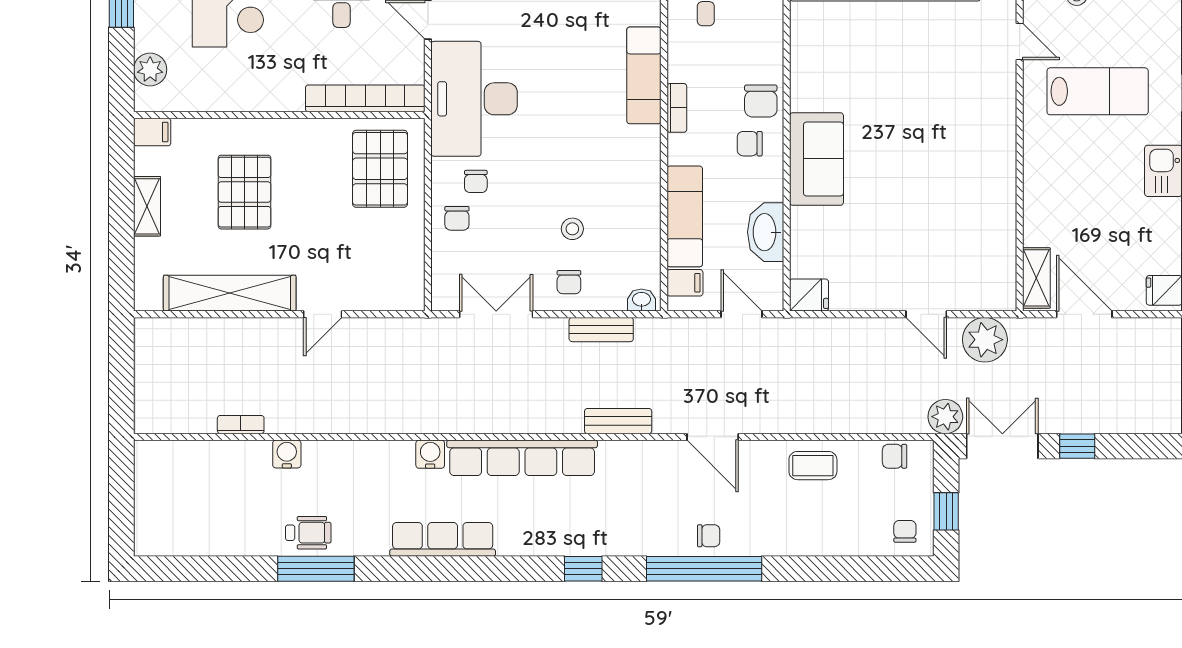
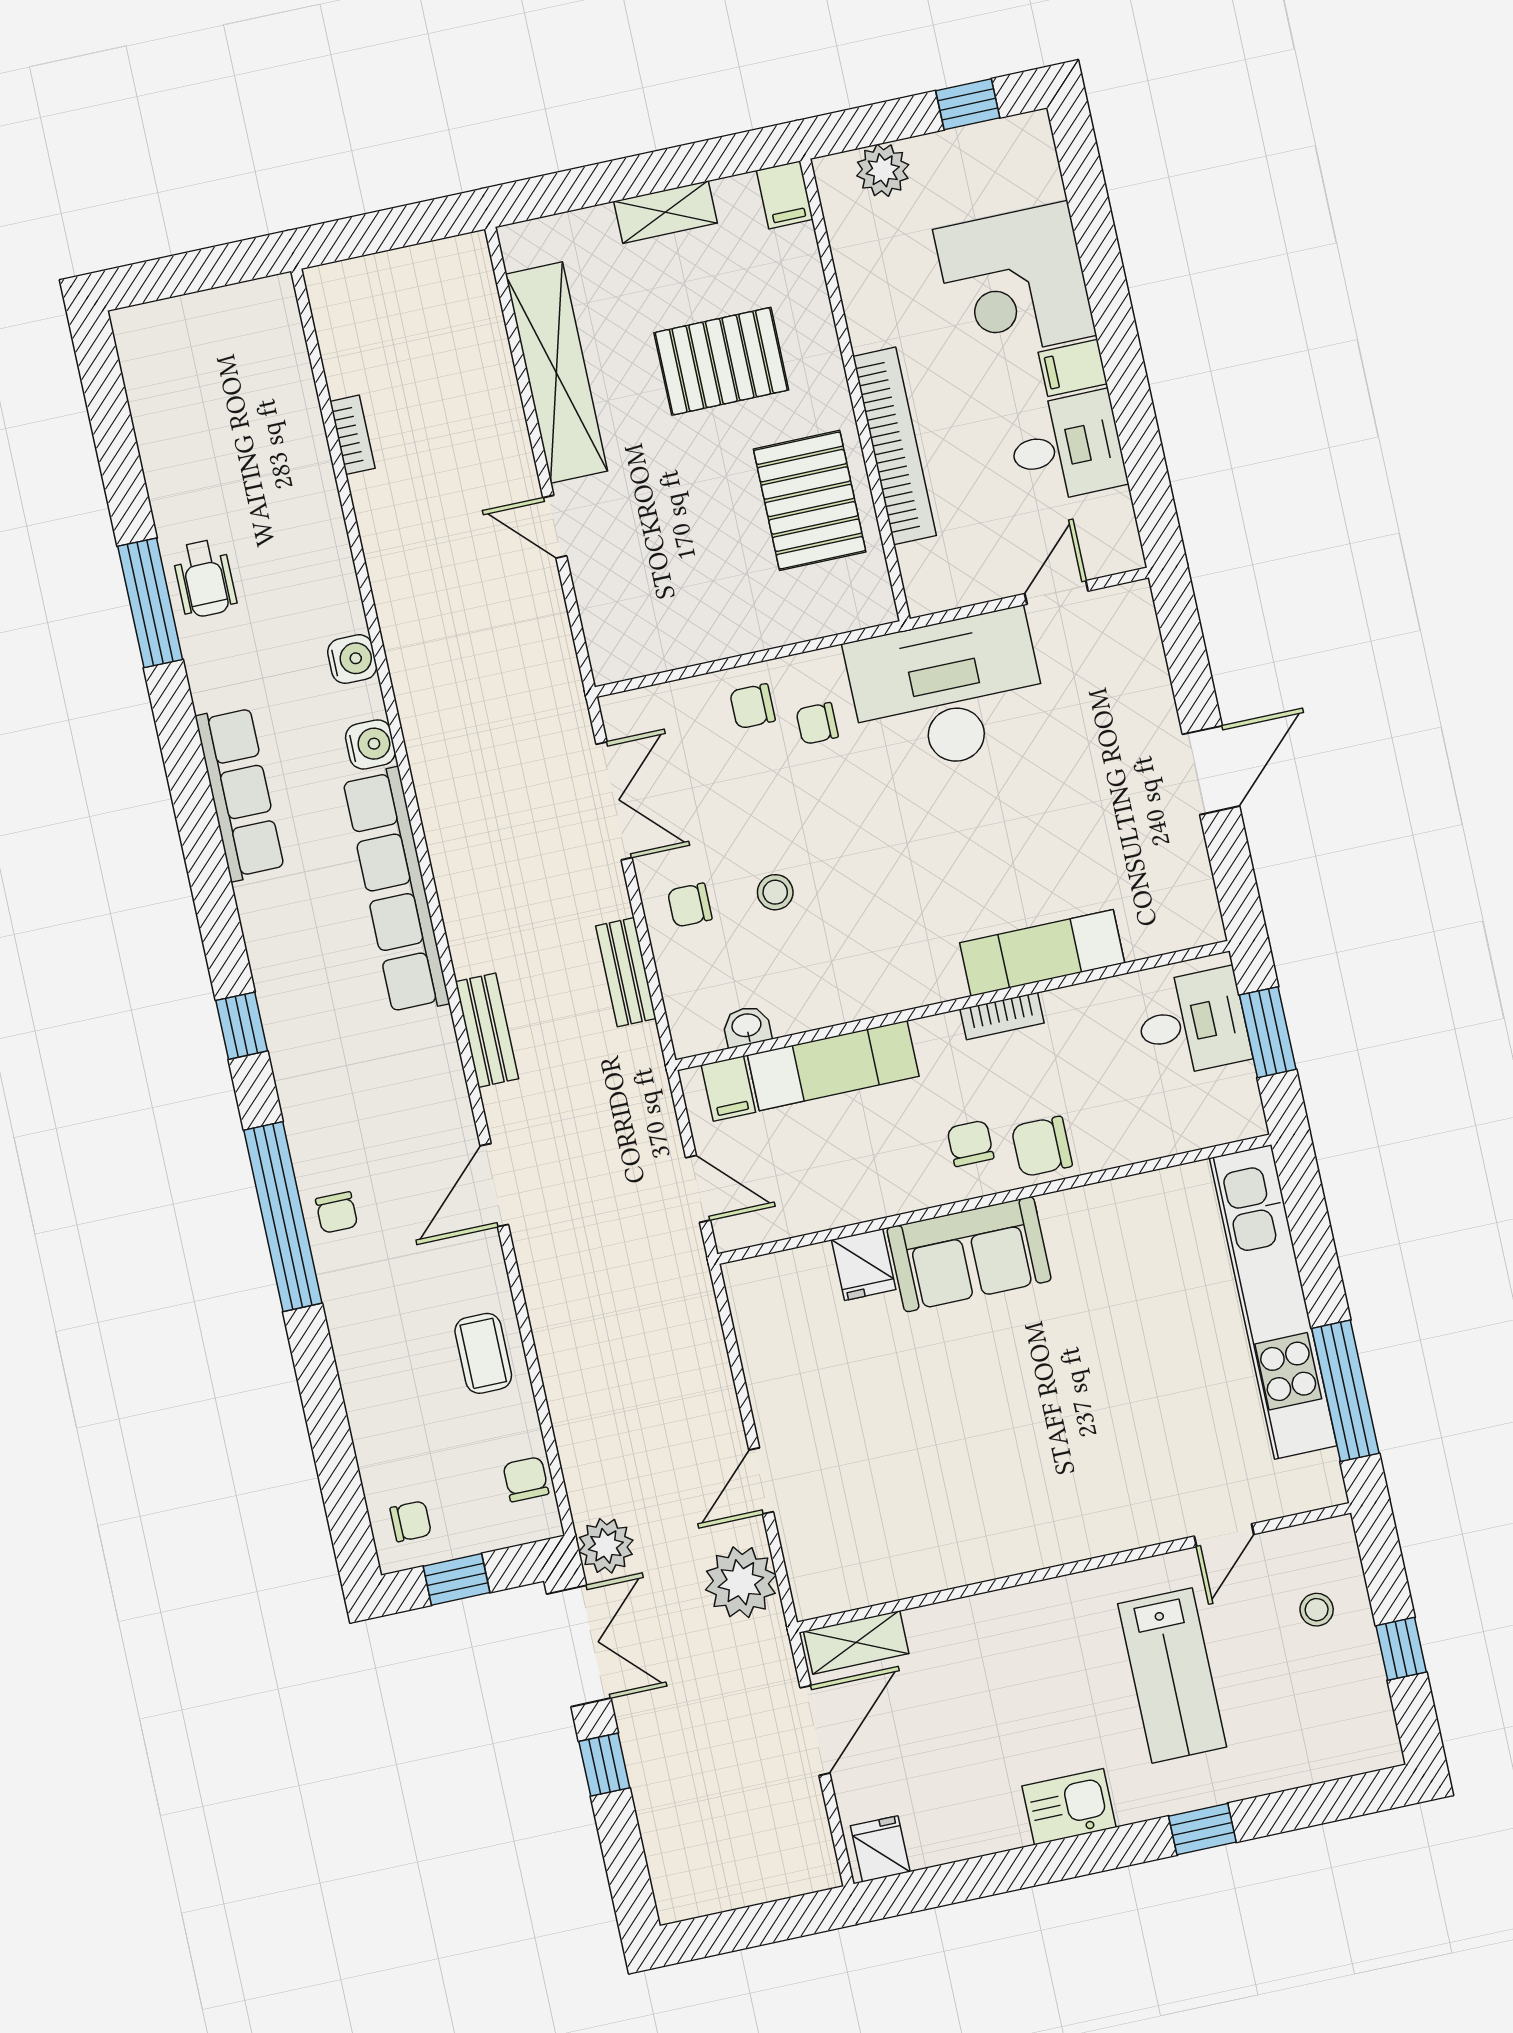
bookcase: (365, 98) -> (895, 446), moved
pallet: (380, 169) -> (810, 500), moved, turned 90
washbasin: (766, 232) -> (836, 1199), removed
fridge: (809, 295) -> (864, 1265), moved
washbasin: (641, 300) -> (747, 1026), moved, turned -90
door: (742, 314) -> (698, 1189), hinge flipped
water cooler: (287, 454) -> (352, 659), moved

